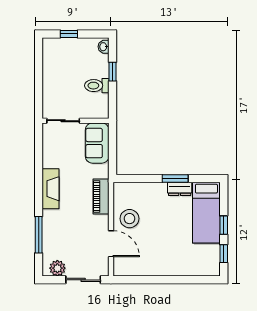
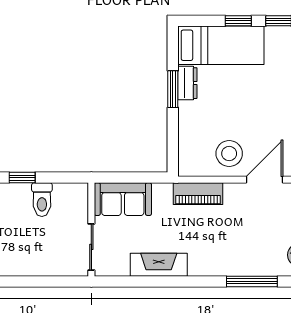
fireplace: (51, 189) -> (159, 265), moved

